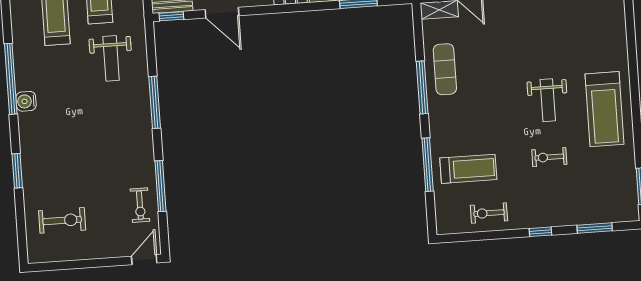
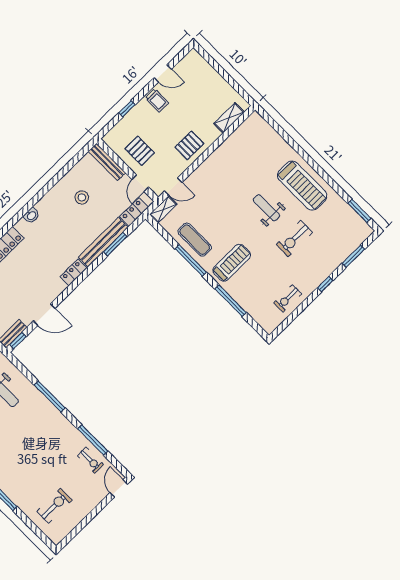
weight bench: (548, 100) -> (266, 208), turned 180
exercise bike: (549, 157) -> (294, 239), width x1.38, depth x1.39
treadmill: (468, 169) -> (232, 263), moved

